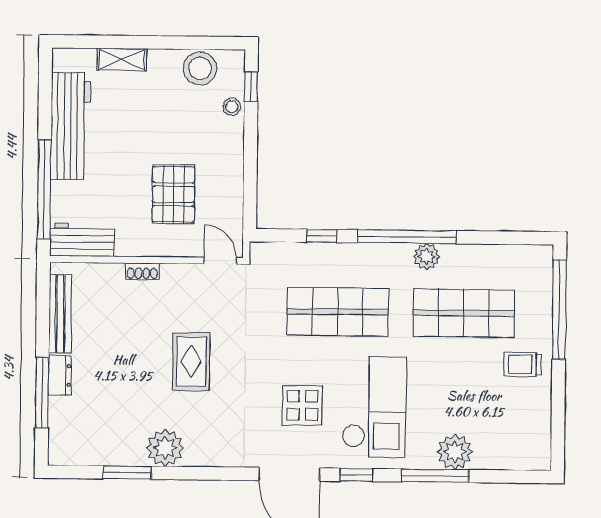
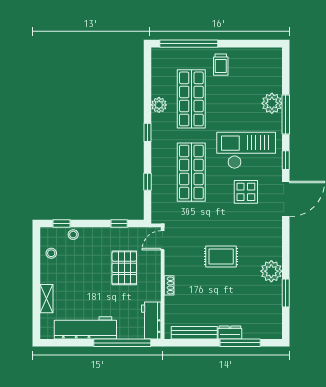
stool: (200, 68) -> (51, 253), width x0.53, depth x0.53
window: (250, 186) -> (119, 223), added
pallet: (173, 194) -> (124, 268), turned 90
window: (407, 237) -> (148, 132), width x0.32
plant: (427, 257) -> (159, 105), moved

